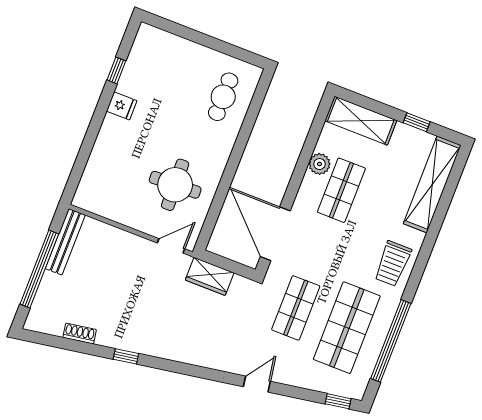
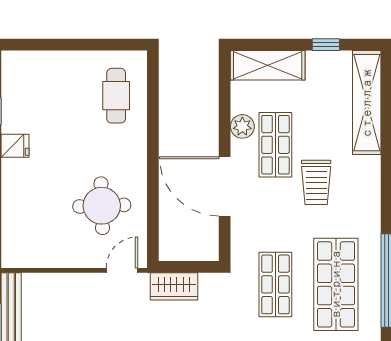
door: (275, 234) -> (225, 186), moved
trolley: (393, 264) -> (316, 182), moved

